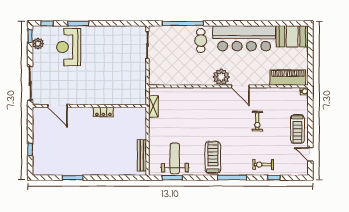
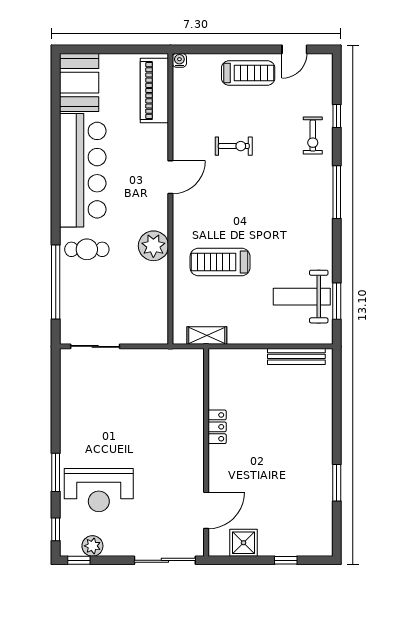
plant: (221, 77) -> (153, 246), moved
shower: (40, 126) -> (244, 543), added
treadmill: (213, 157) -> (220, 262), moved

